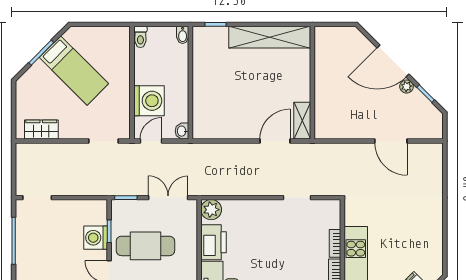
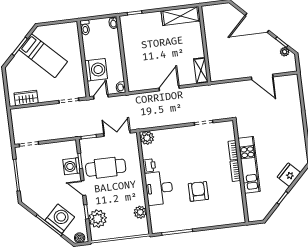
shelving: (269, 37) -> (181, 16), width x0.68
plant: (407, 86) -> (285, 52), moved
door: (275, 141) -> (169, 88), moved
printer: (214, 242) -> (149, 165), width x0.53, depth x0.68

